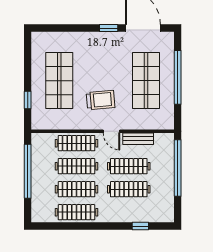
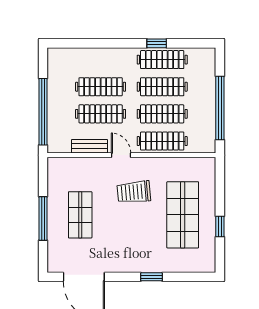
window: (109, 28) -> (152, 277), moved
window: (178, 77) -> (43, 218), width x0.68
shop shelf: (146, 81) -> (80, 215), width x0.70, depth x0.74
window: (28, 100) -> (220, 227), moved
window: (140, 226) -> (157, 43), moved

